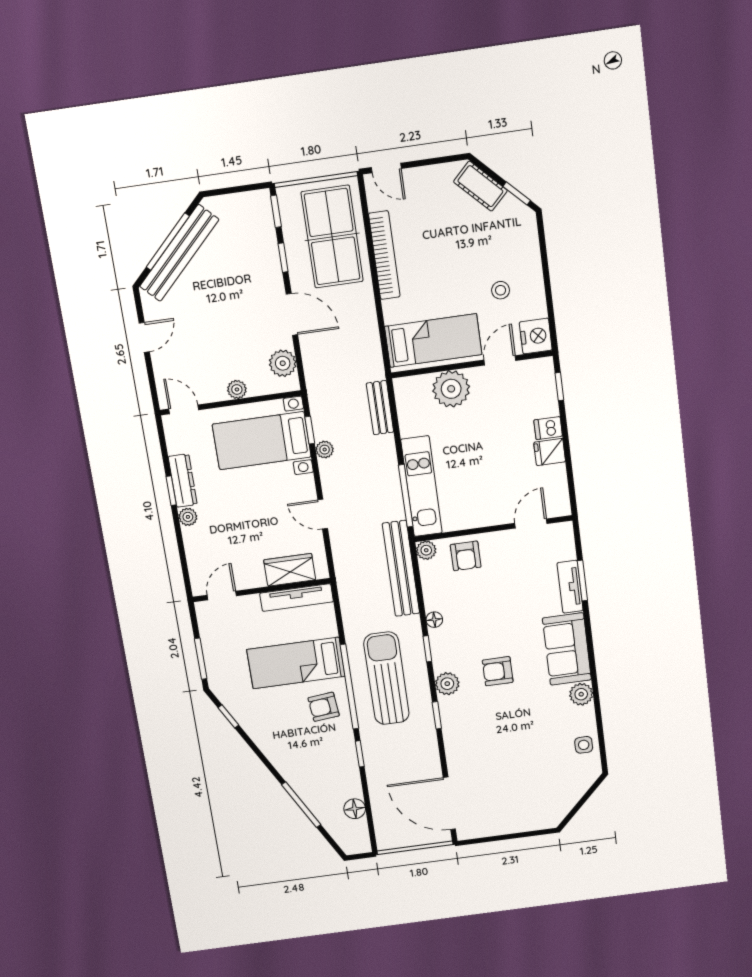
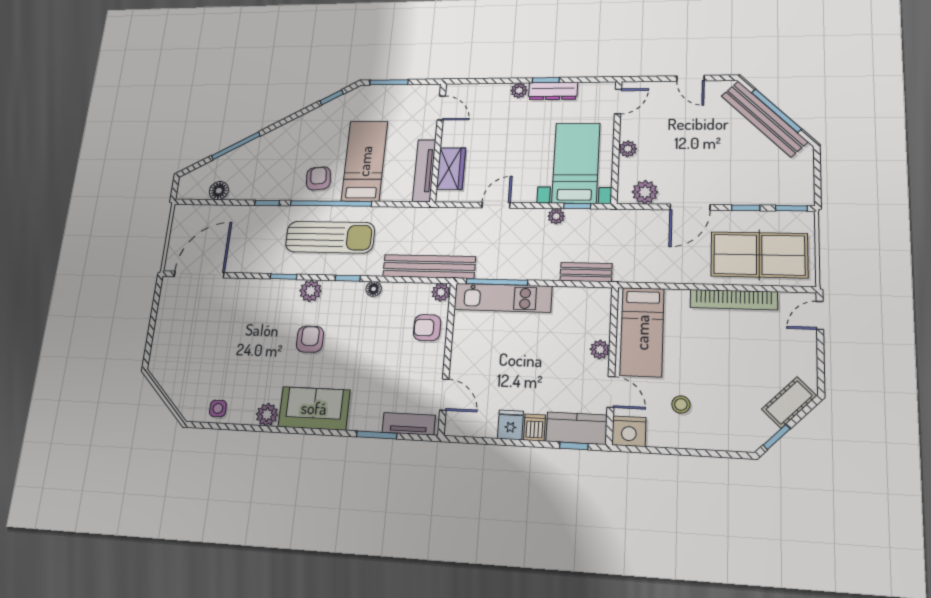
kitchen counter: (542, 387) -> (576, 428), added
plant: (451, 389) -> (600, 350), width x0.53, depth x0.53
tv unit: (570, 587) -> (409, 424), moved

